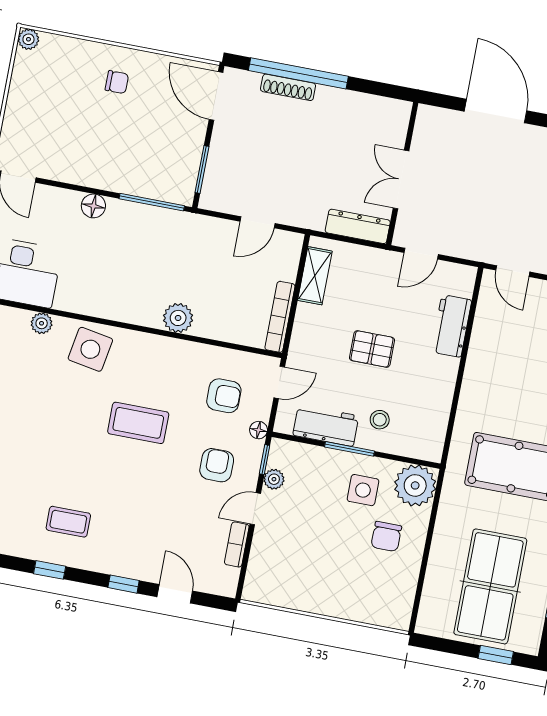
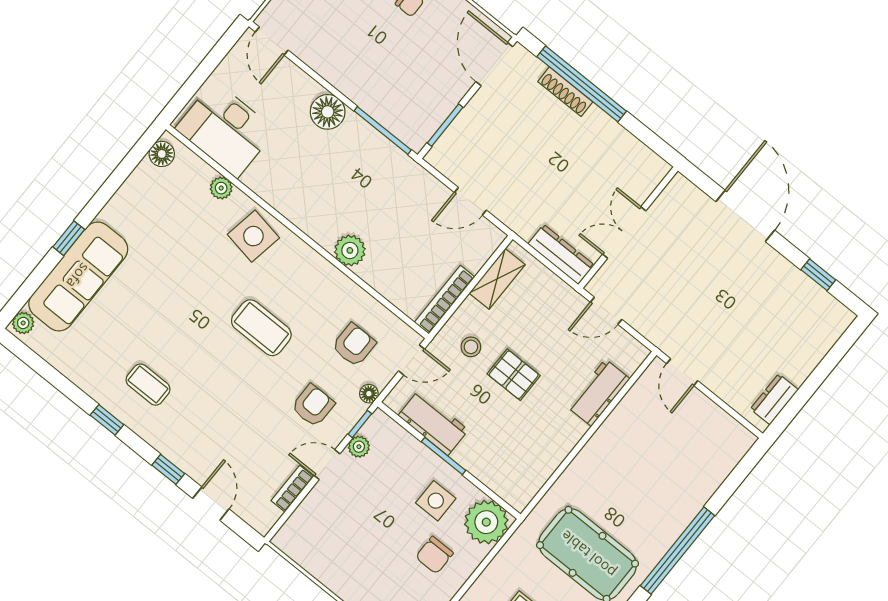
floor lamp: (93, 206) -> (328, 112), width x1.38, depth x1.38
armchair: (224, 396) -> (354, 345), turned -90
stool: (380, 420) -> (471, 347), moved

